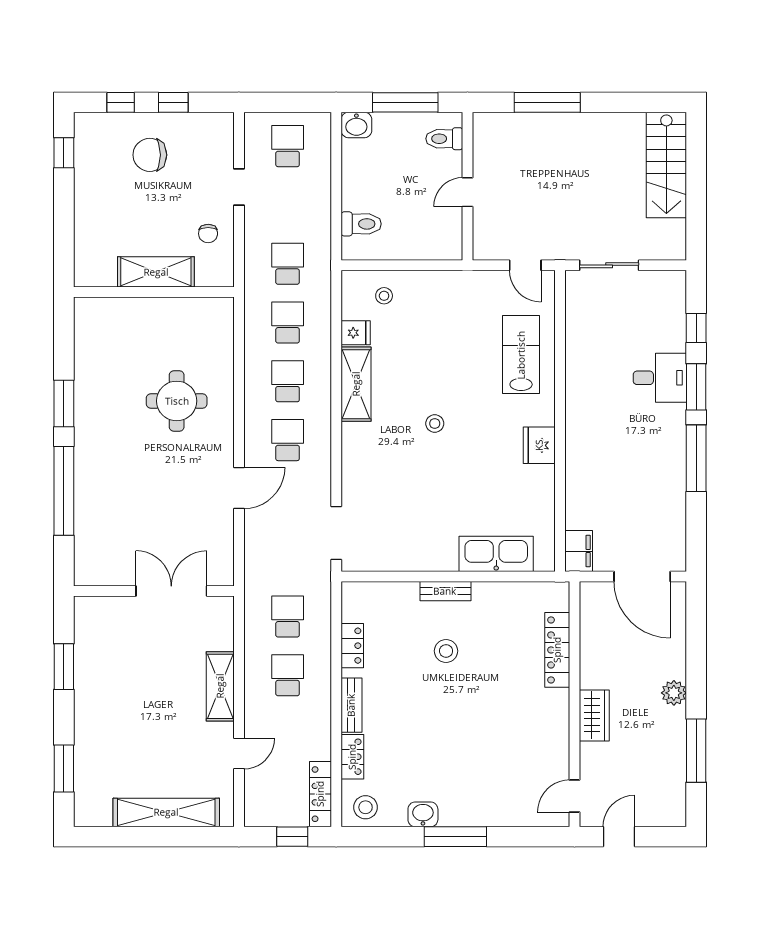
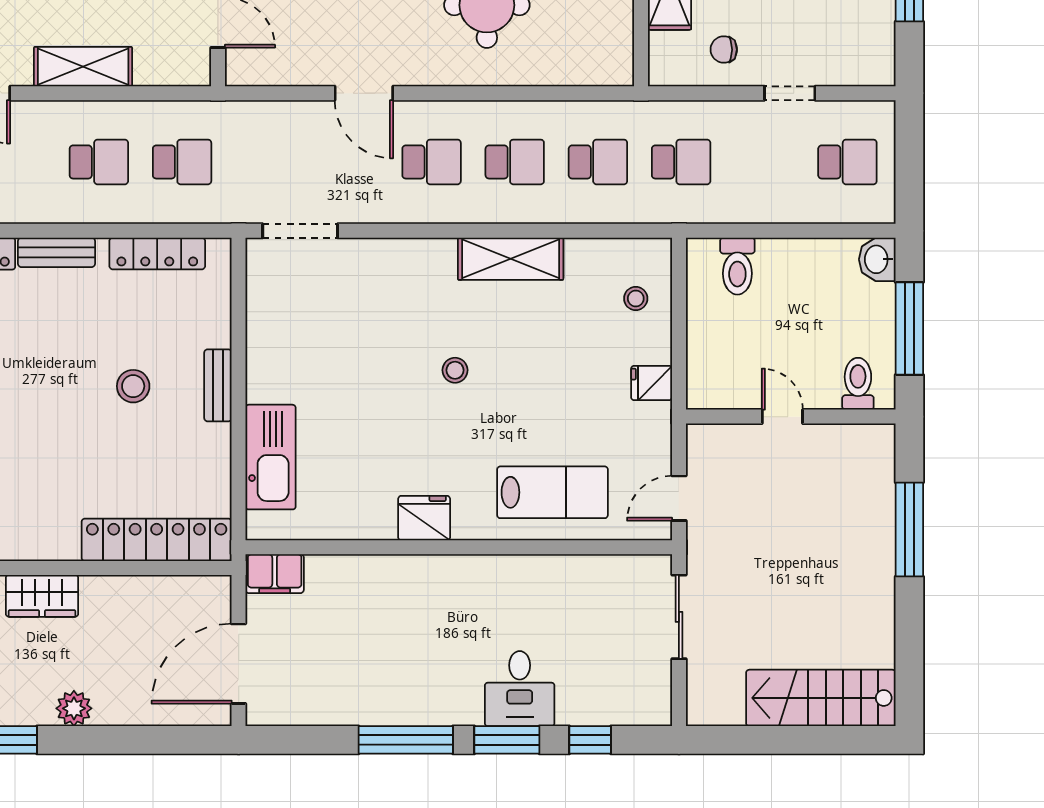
fridge: (356, 333) -> (652, 383), moved, turned 90
locker: (352, 646) -> (157, 254), width x1.53
locker: (557, 650) -> (157, 540), width x1.41, depth x1.21

